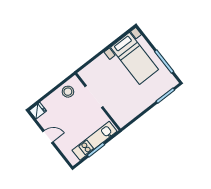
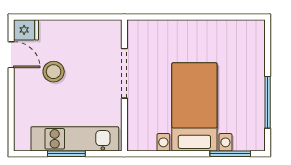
bed with nightstands: (134, 58) -> (194, 107), moved, turned 180
stool: (68, 92) -> (54, 72), moved
door: (48, 137) -> (11, 55), moved

